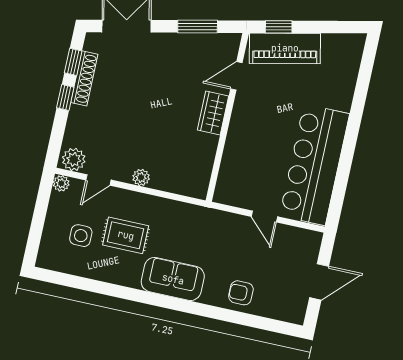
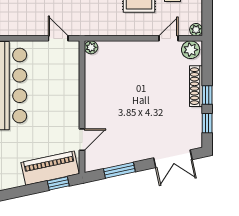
shoe rack: (84, 78) -> (196, 86), moved
wardrobe: (213, 113) -> (93, 108), removed
plant: (141, 177) -> (91, 47), moved
door: (264, 217) -> (58, 38), moved

